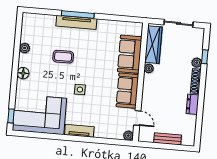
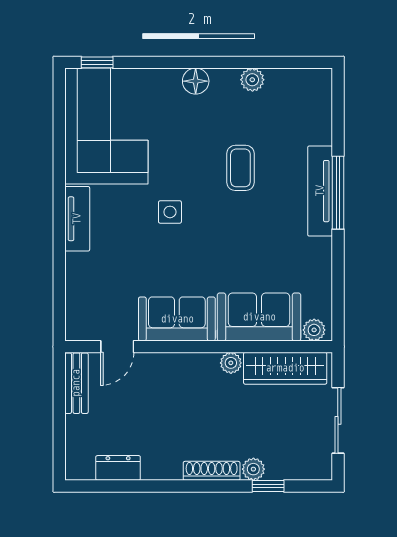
dresser: (193, 104) -> (118, 468), moved
plant: (128, 136) -> (314, 330), moved
bench: (168, 139) -> (76, 383), moved

